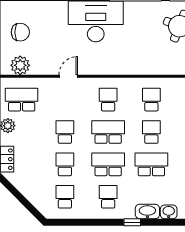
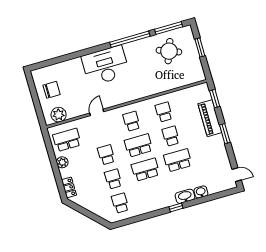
school desk: (108, 197) -> (152, 194), removed

